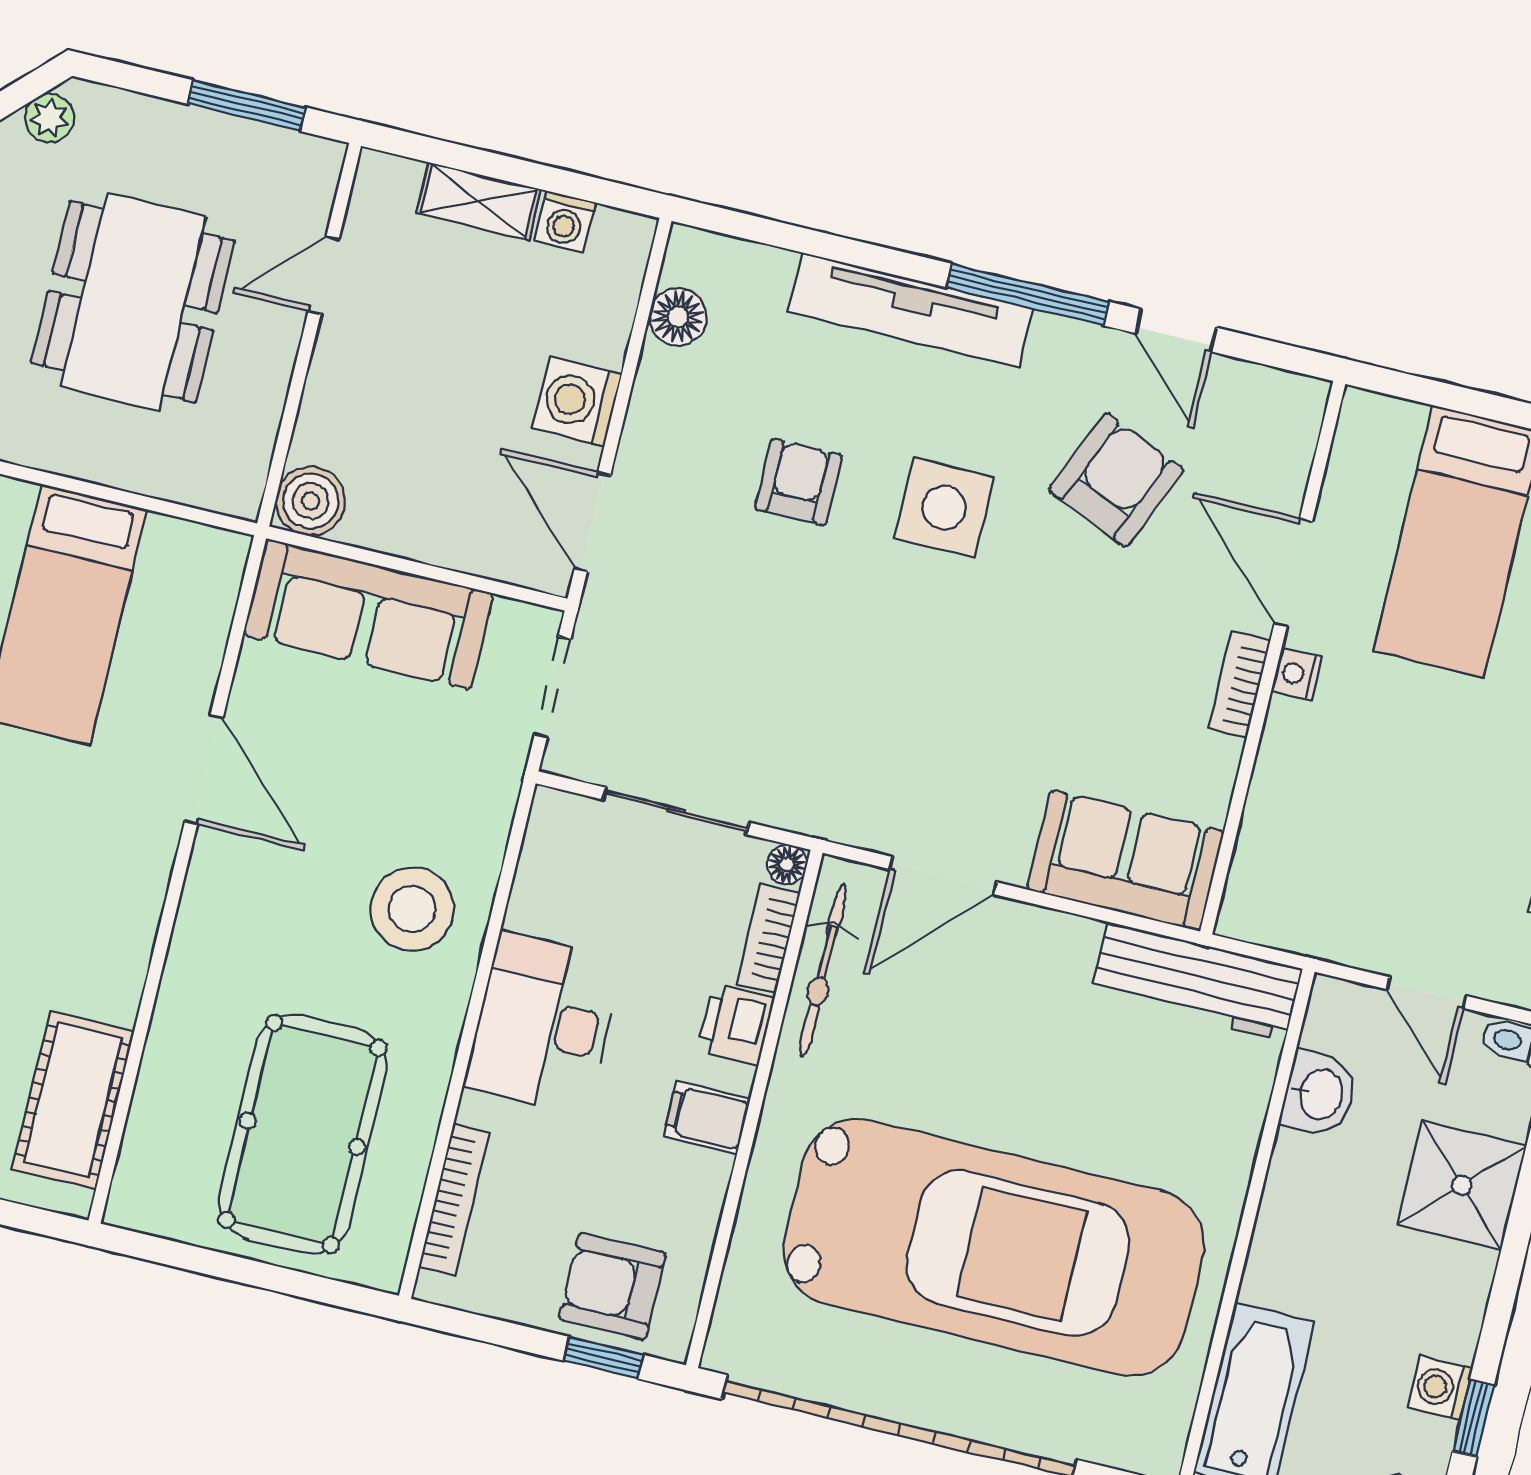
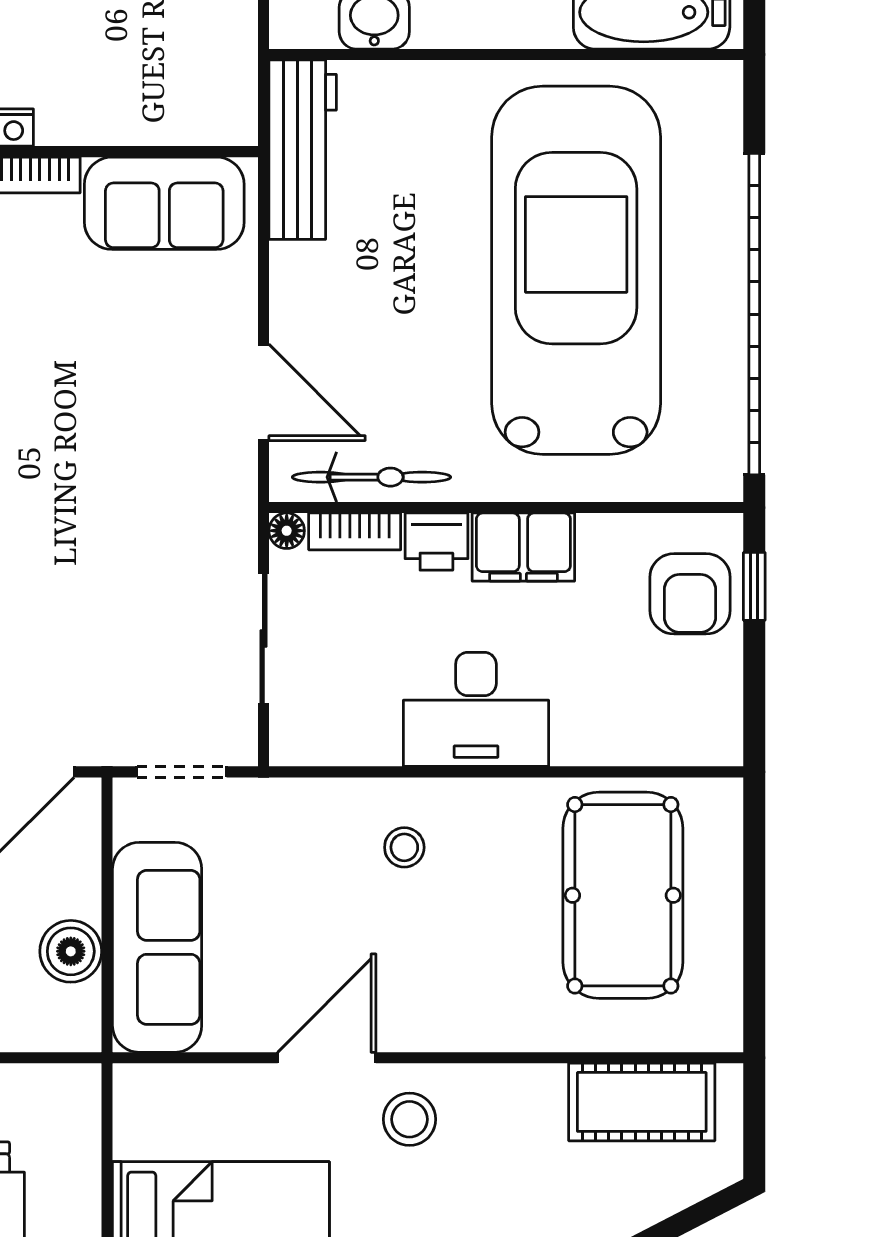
boiler: (311, 501) -> (71, 951), moved
stool: (115, 843) -> (409, 1119), added
sofa: (1126, 860) -> (164, 203), moved, turned -90
stool: (412, 909) -> (404, 847), width x0.53, depth x0.53
filing cabinet: (707, 1117) -> (523, 547), width x2.00
pool table: (303, 1134) -> (623, 895), turned 90
bookcase: (454, 1199) -> (648, 750), removed

